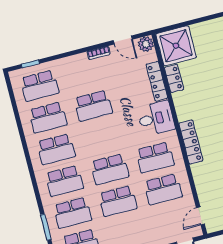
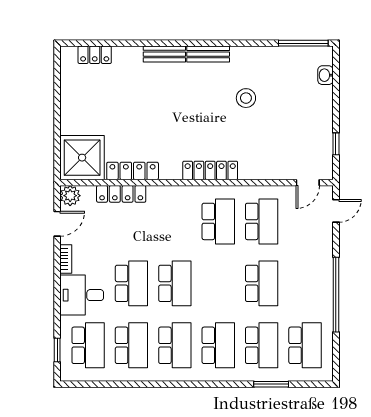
locker: (174, 78) -> (133, 171), width x1.53
desk: (156, 118) -> (82, 295), moved, turned -90
school desk: (110, 169) -> (175, 283), moved
door: (200, 216) -> (308, 183), hinge flipped

